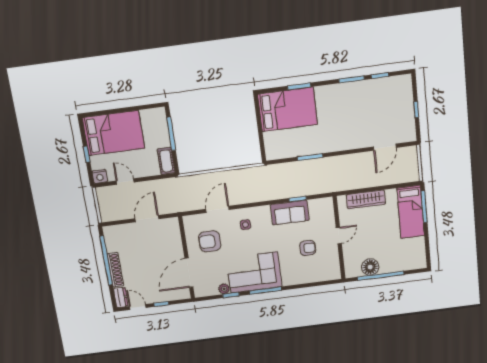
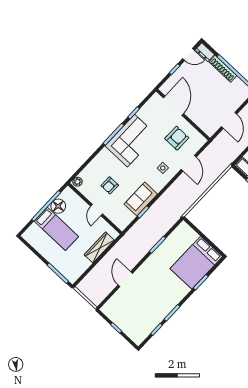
door: (385, 147) -> (125, 279), moved
bed: (411, 212) -> (56, 229), moved, turned 180
plant: (224, 289) -> (77, 182), moved

